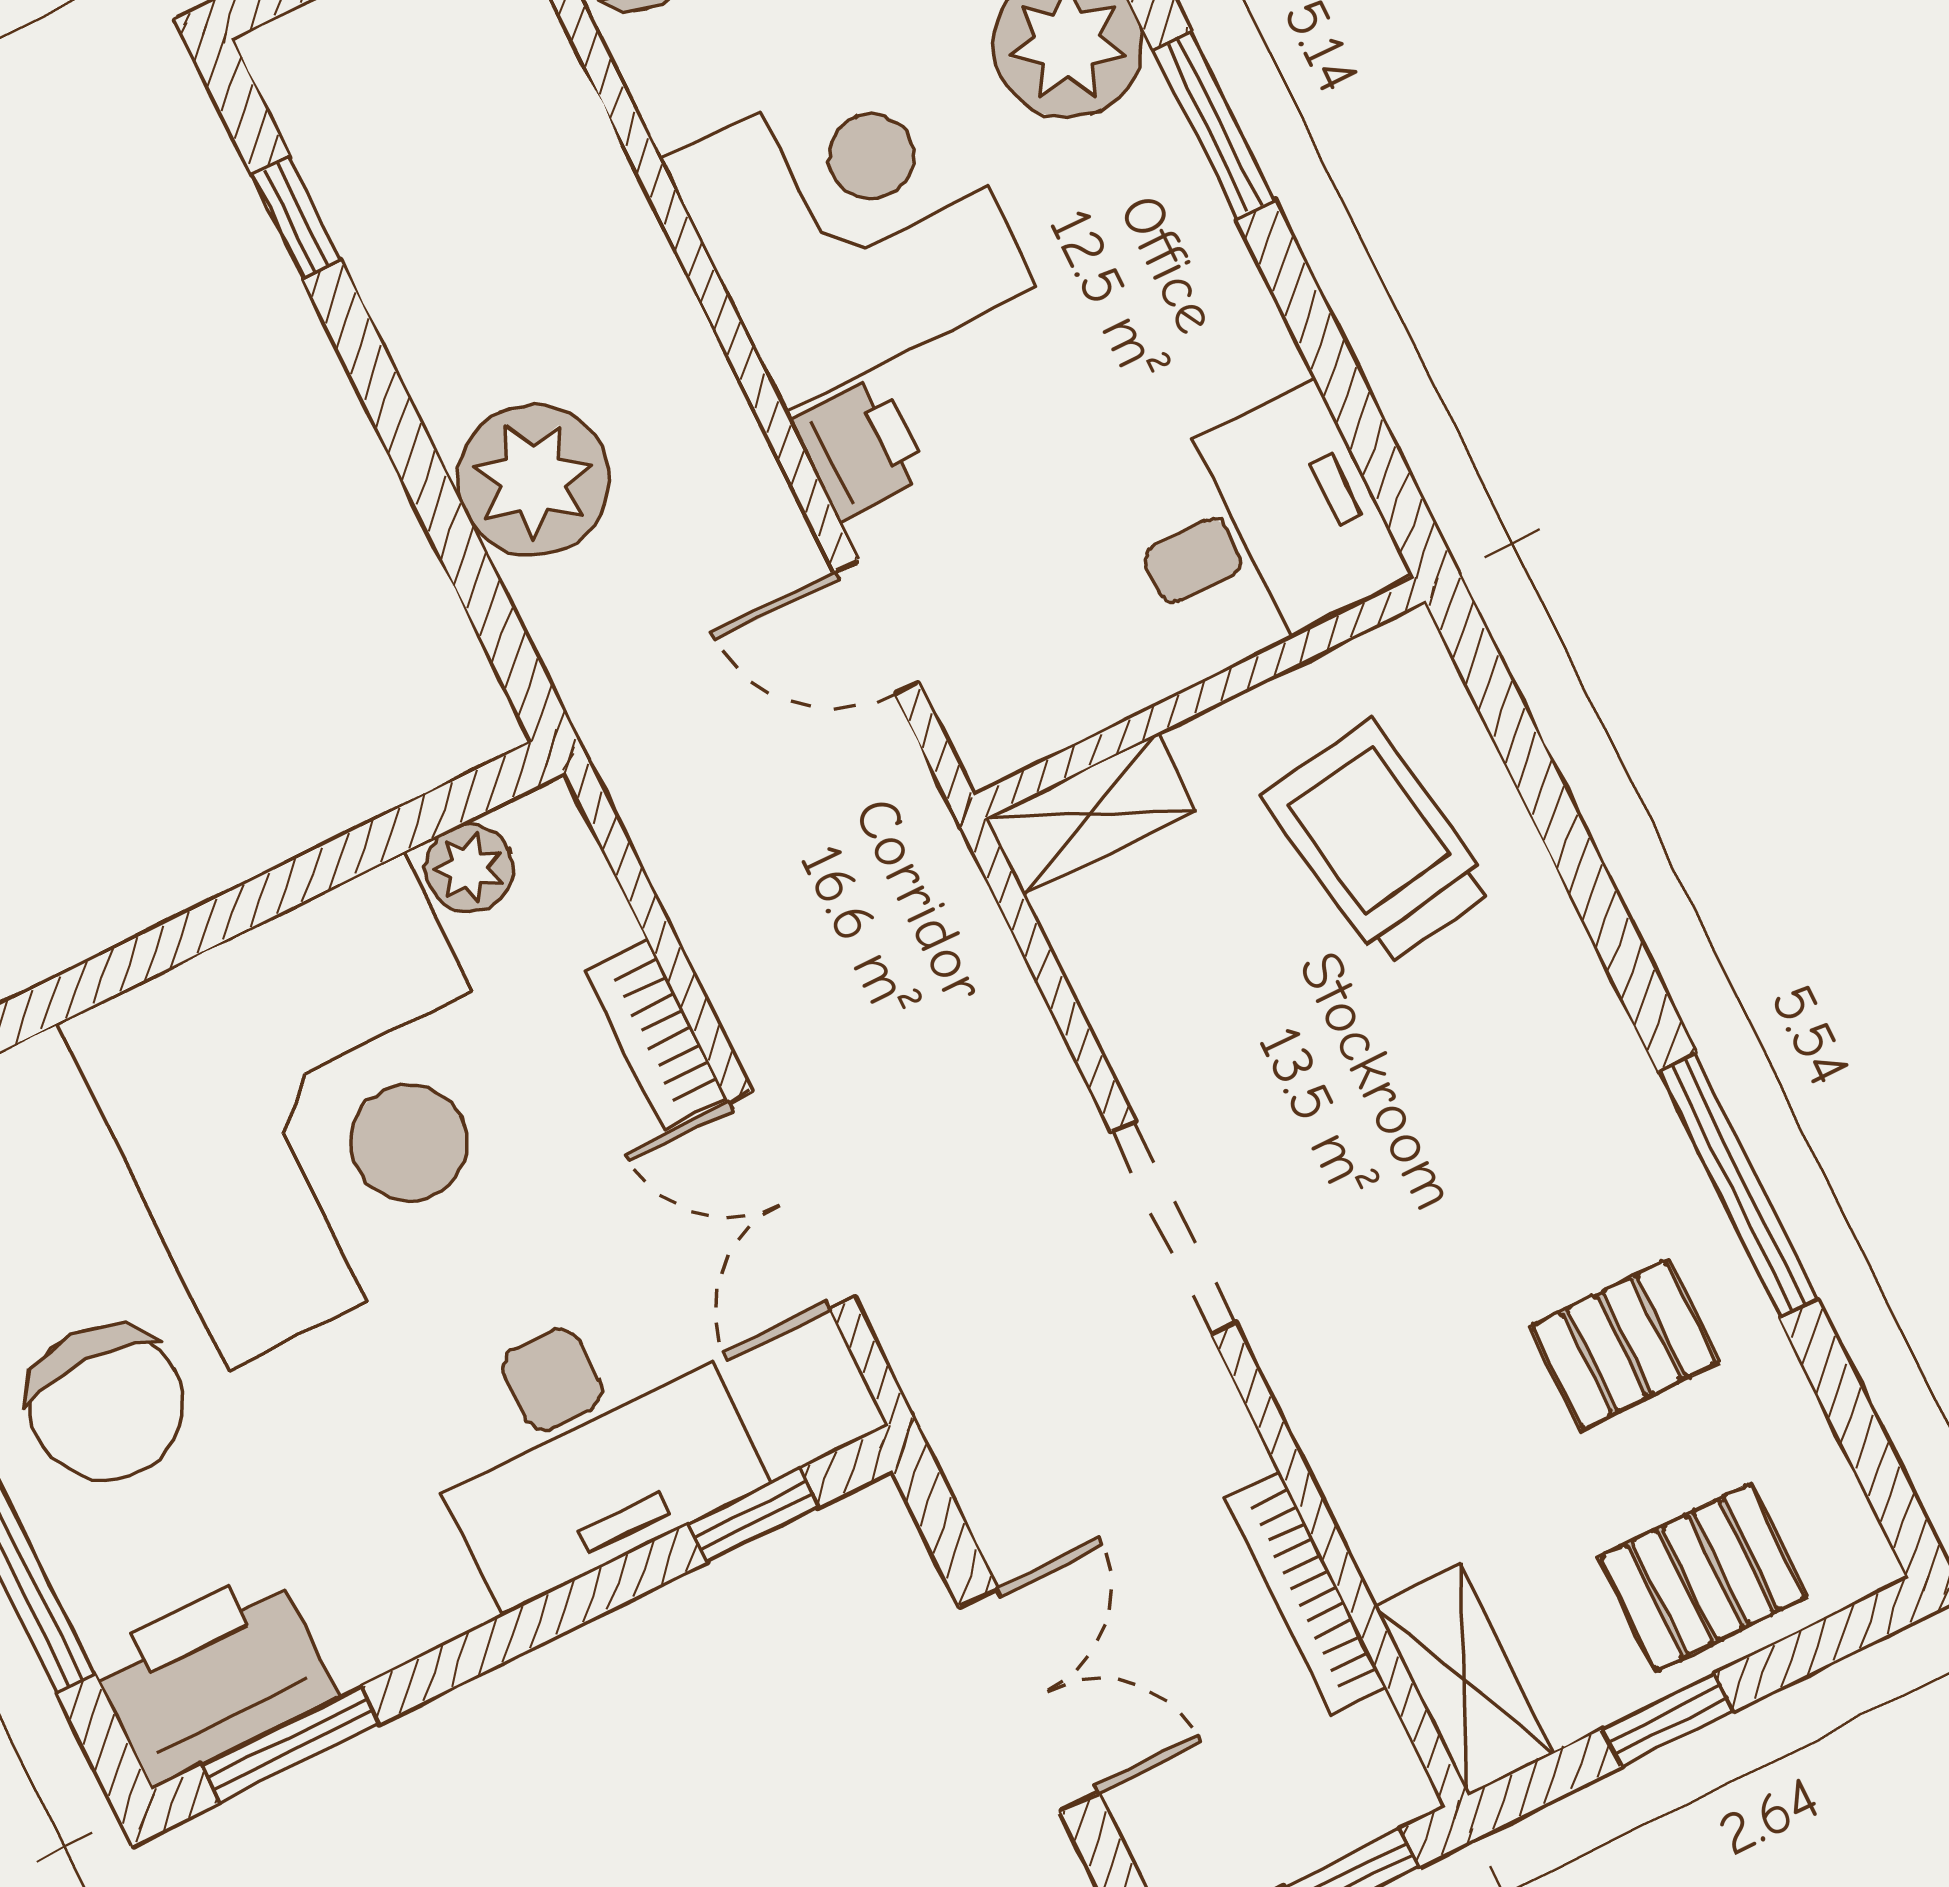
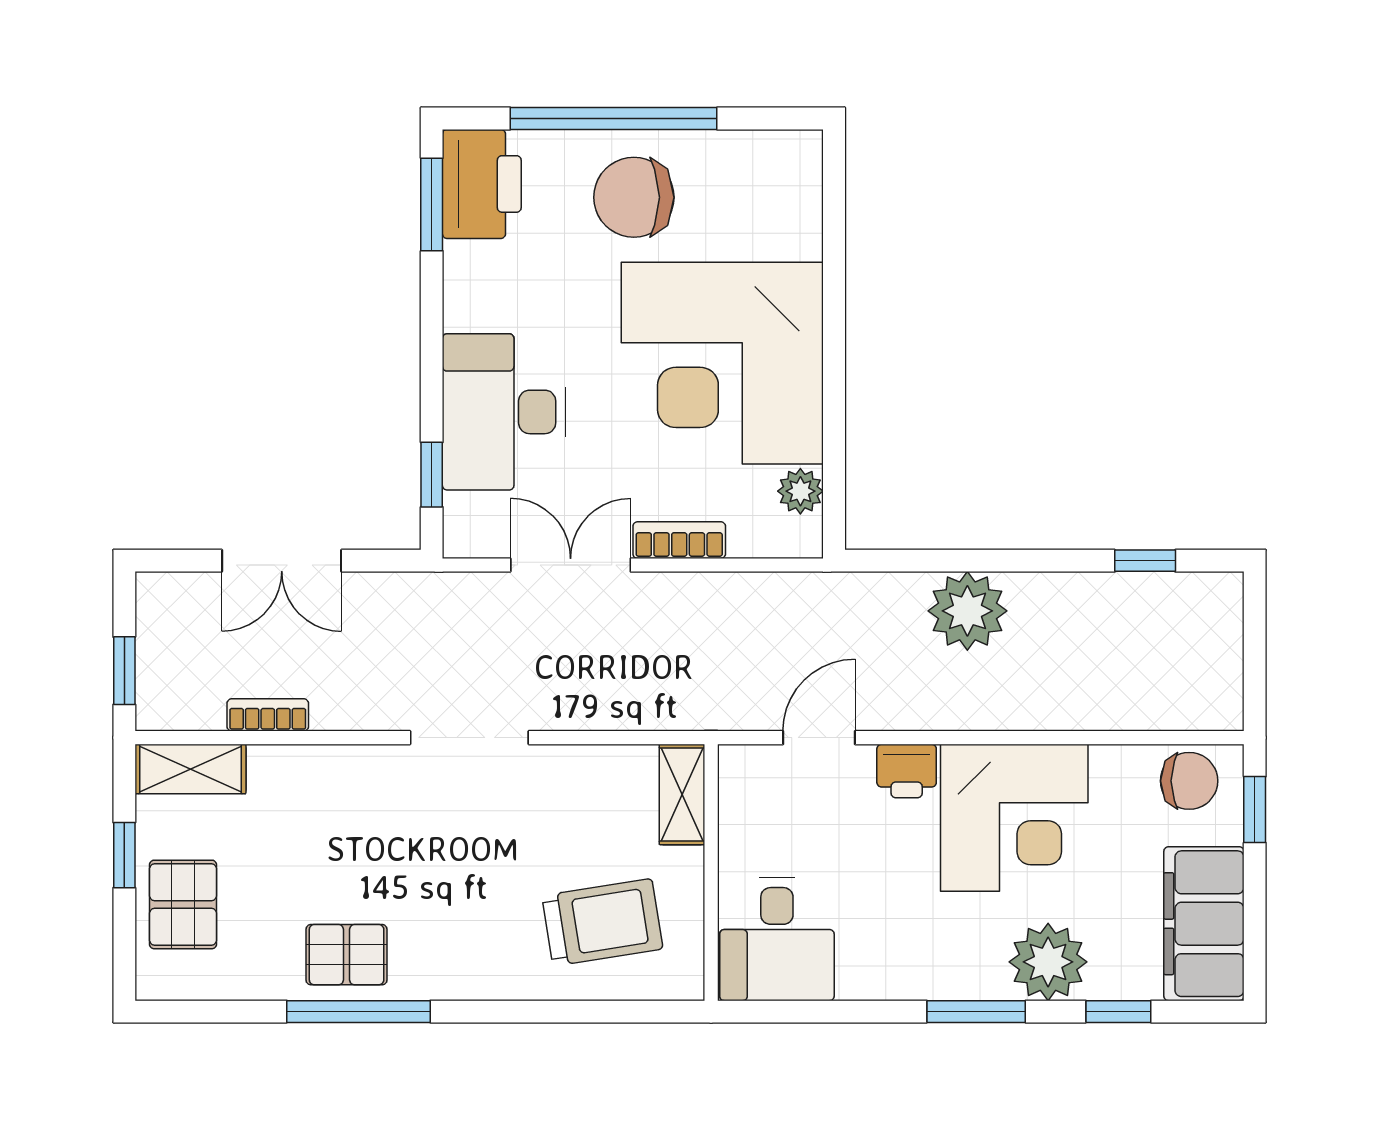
pallet: (1624, 1345) -> (347, 955), moved, turned 90
bookcase: (1305, 1593) -> (268, 715), width x0.64

